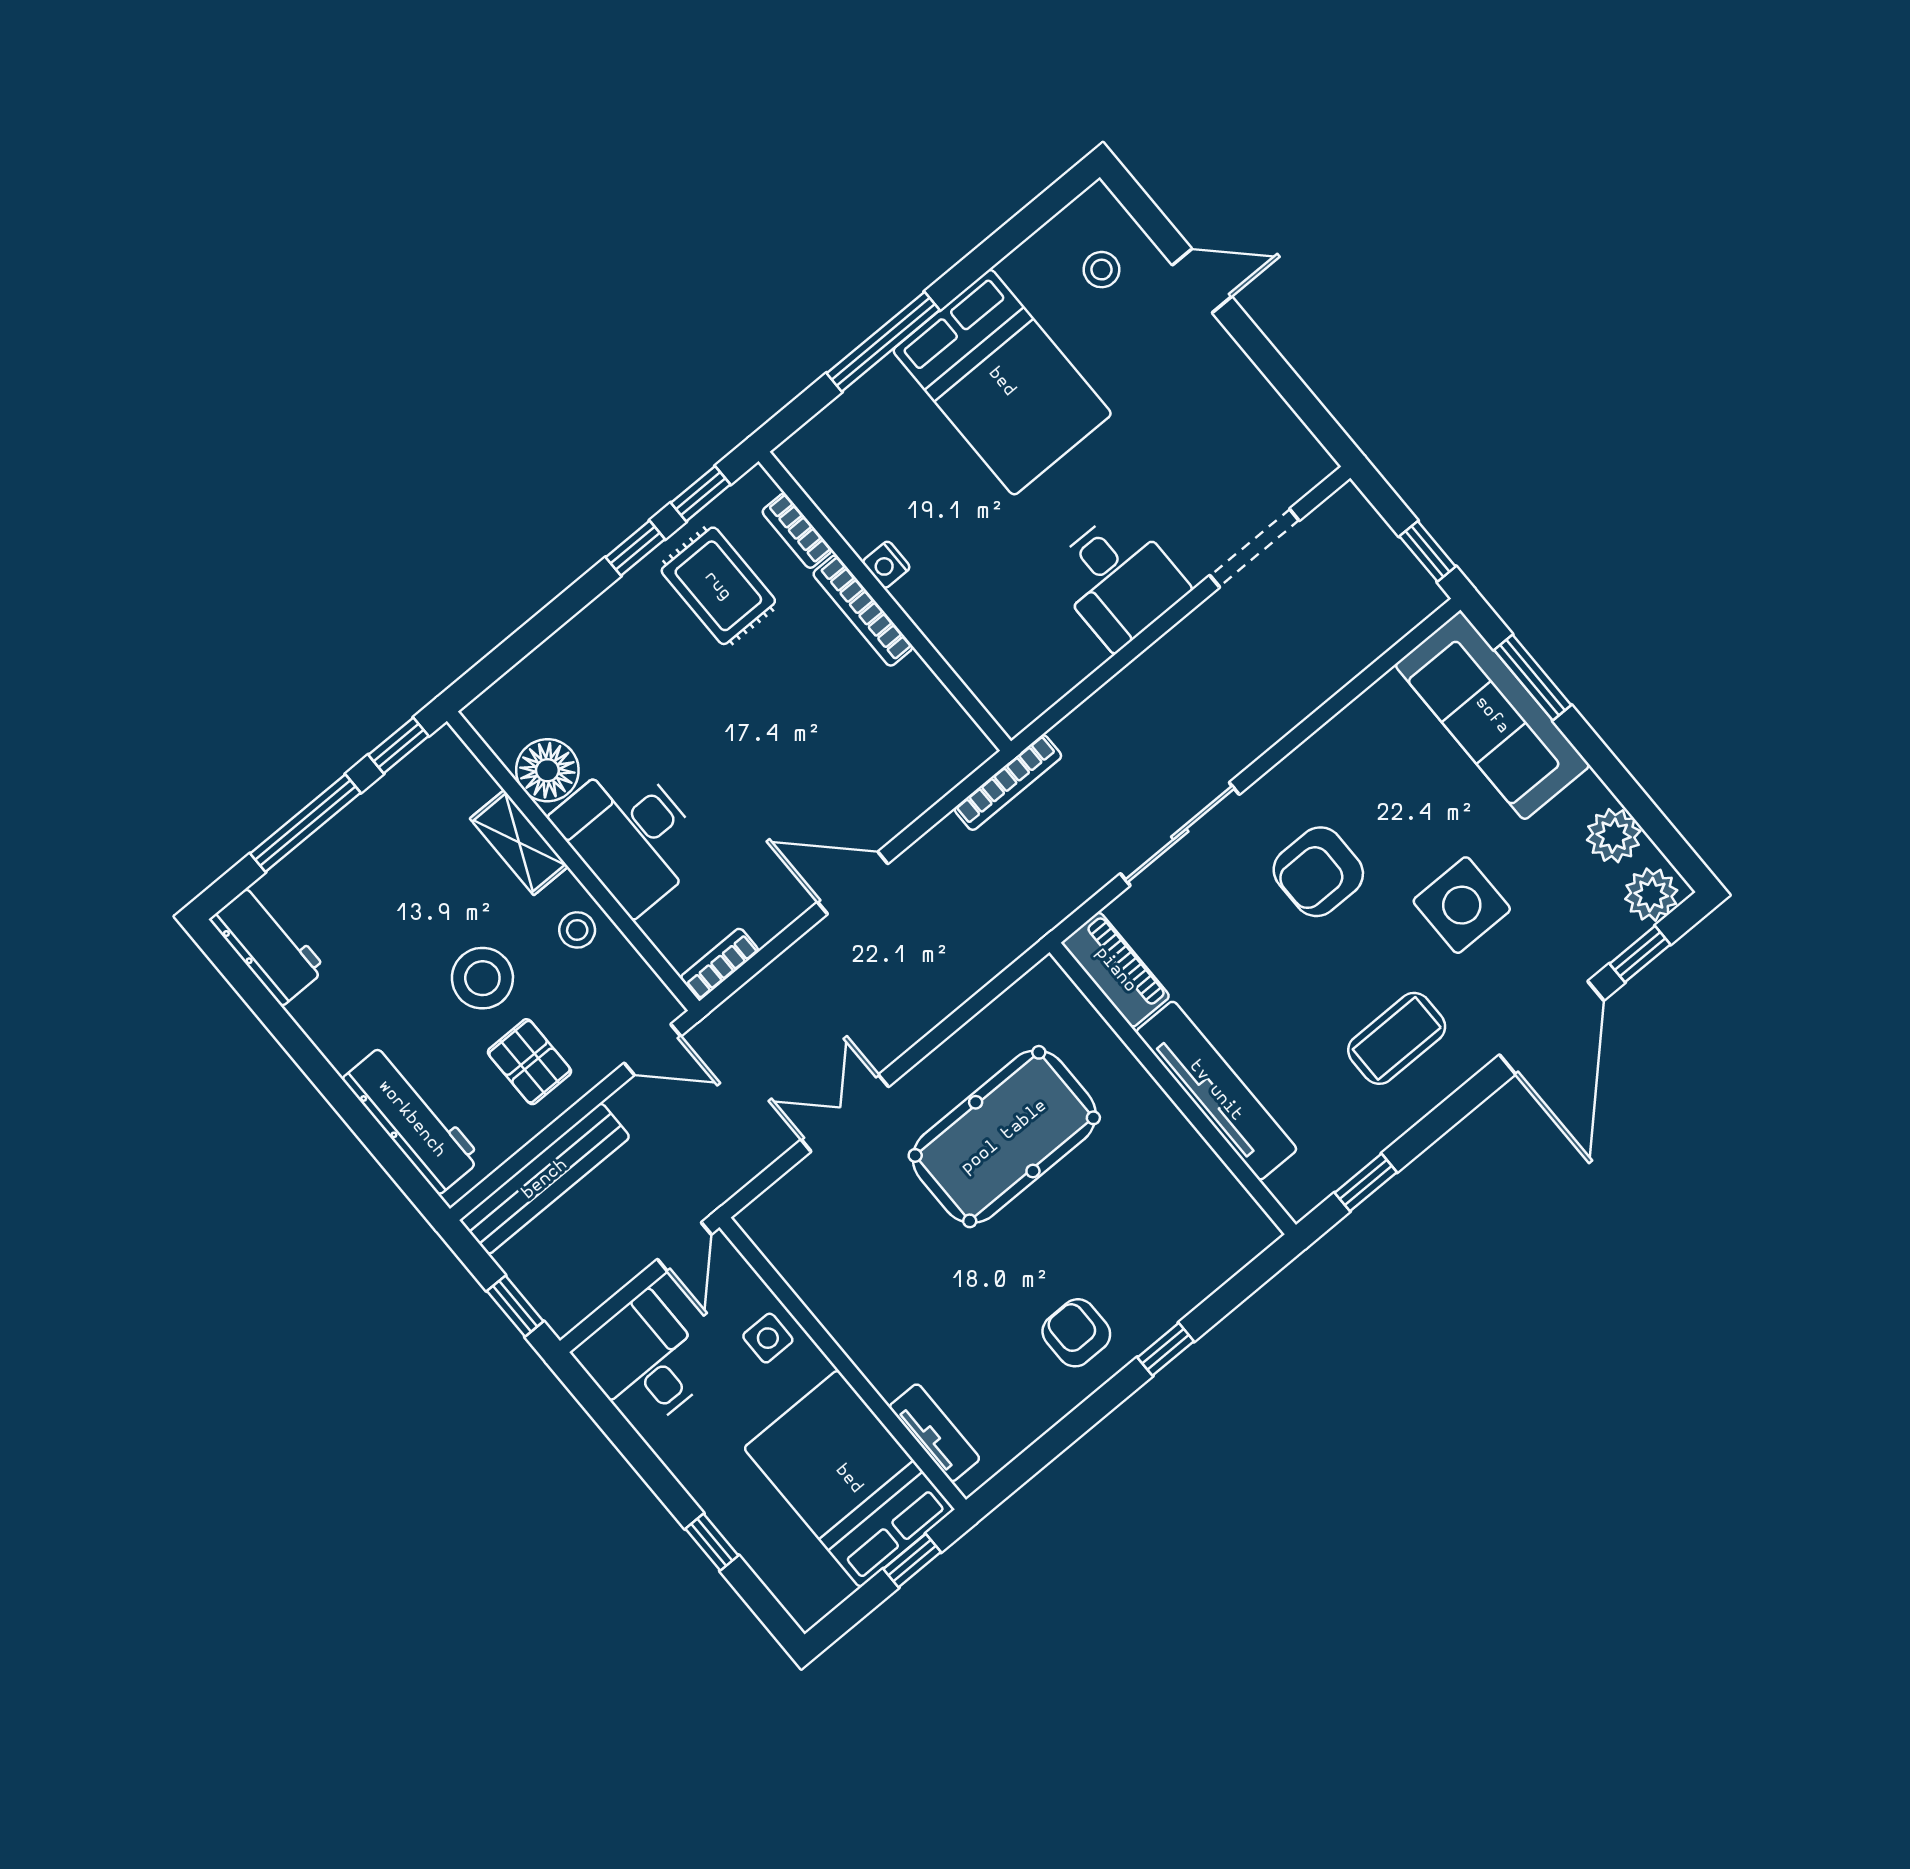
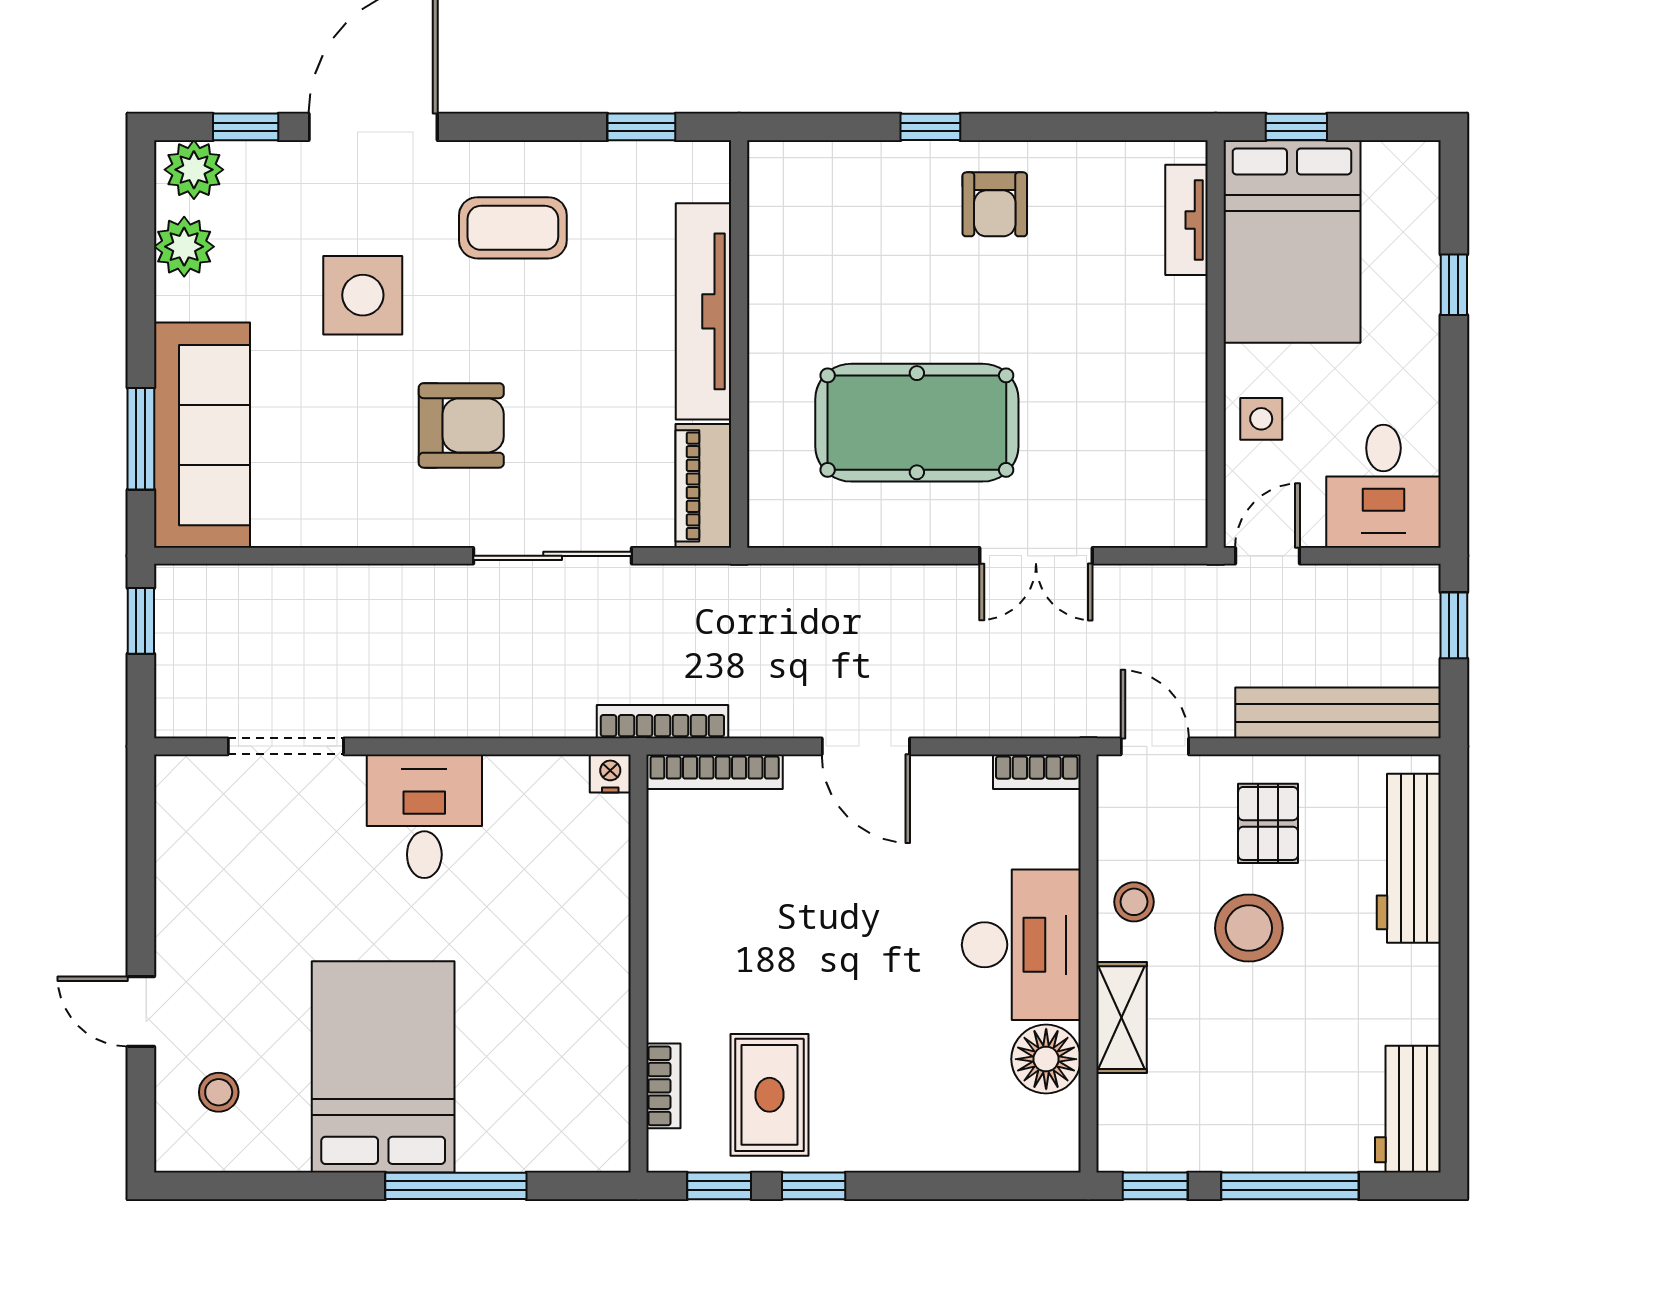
nightstand: (886, 565) -> (610, 774), moved, turned -90
bookcase: (863, 611) -> (715, 772), moved, turned 90

